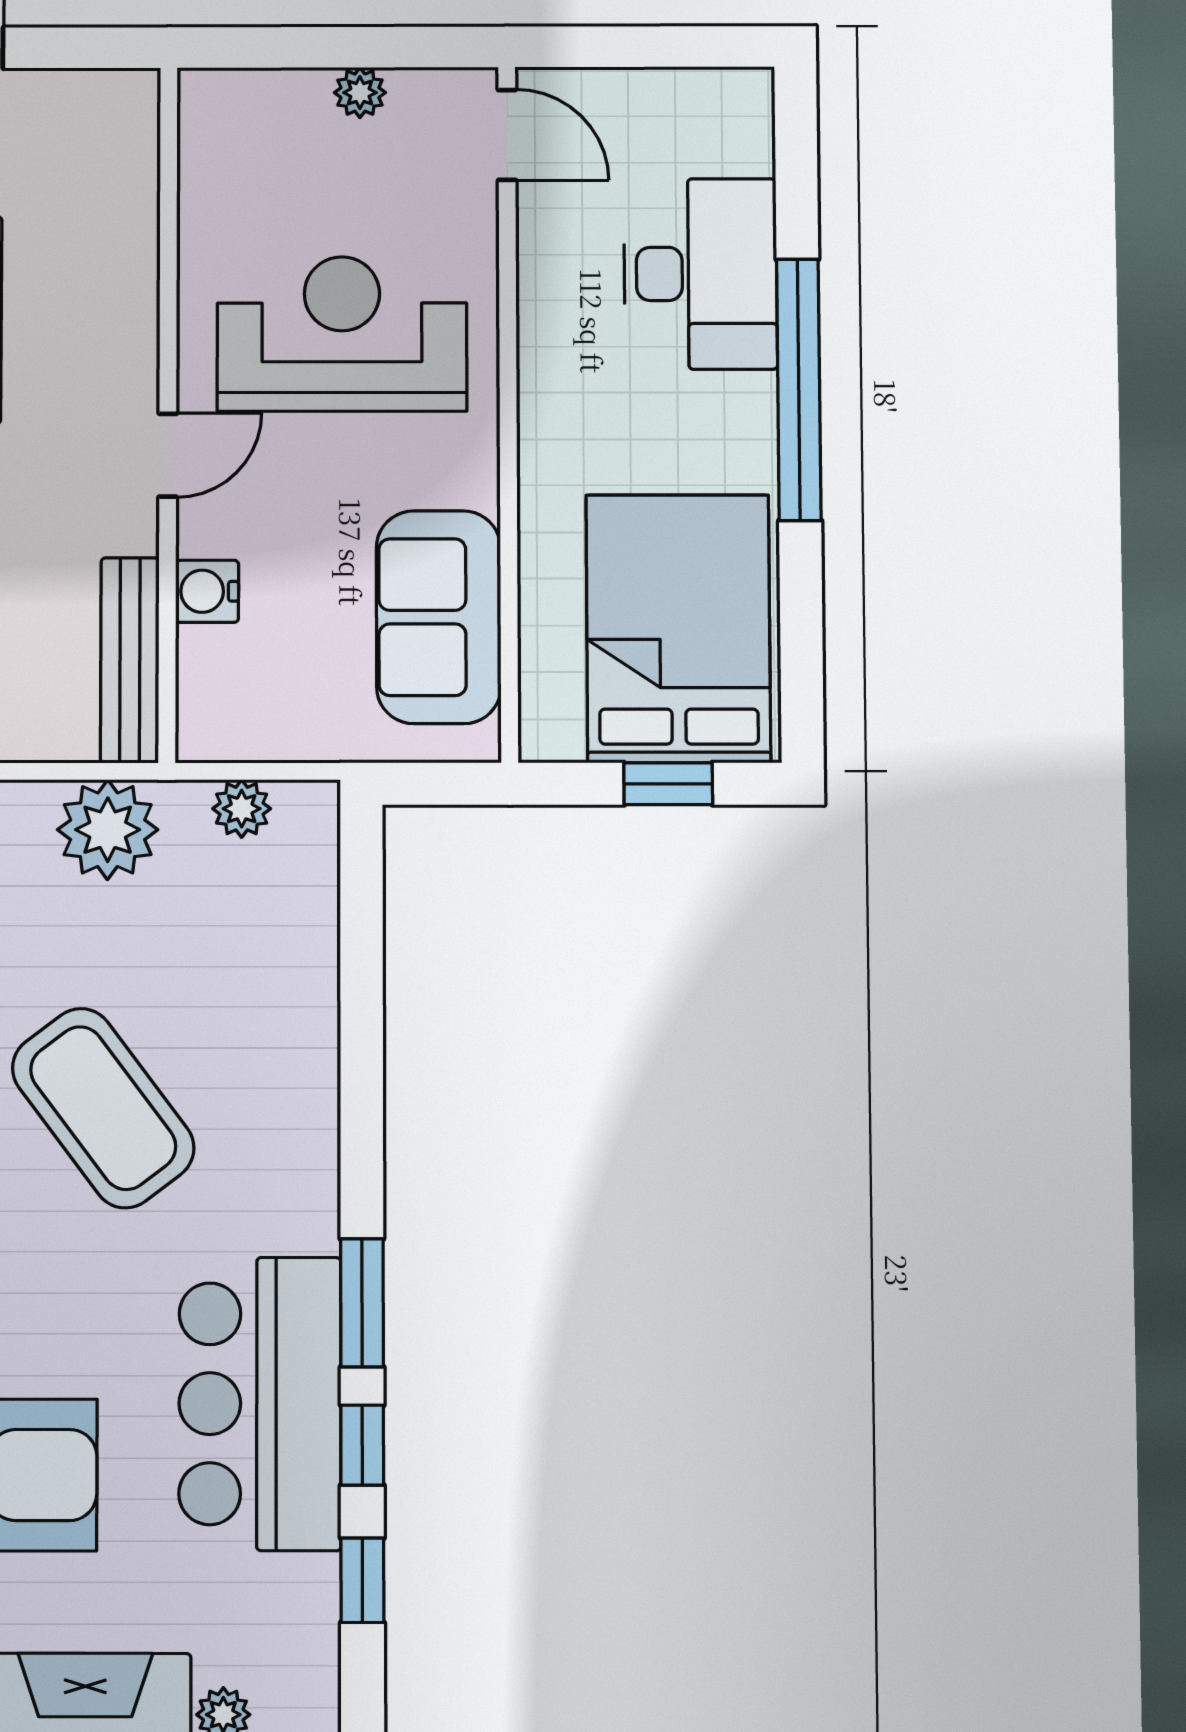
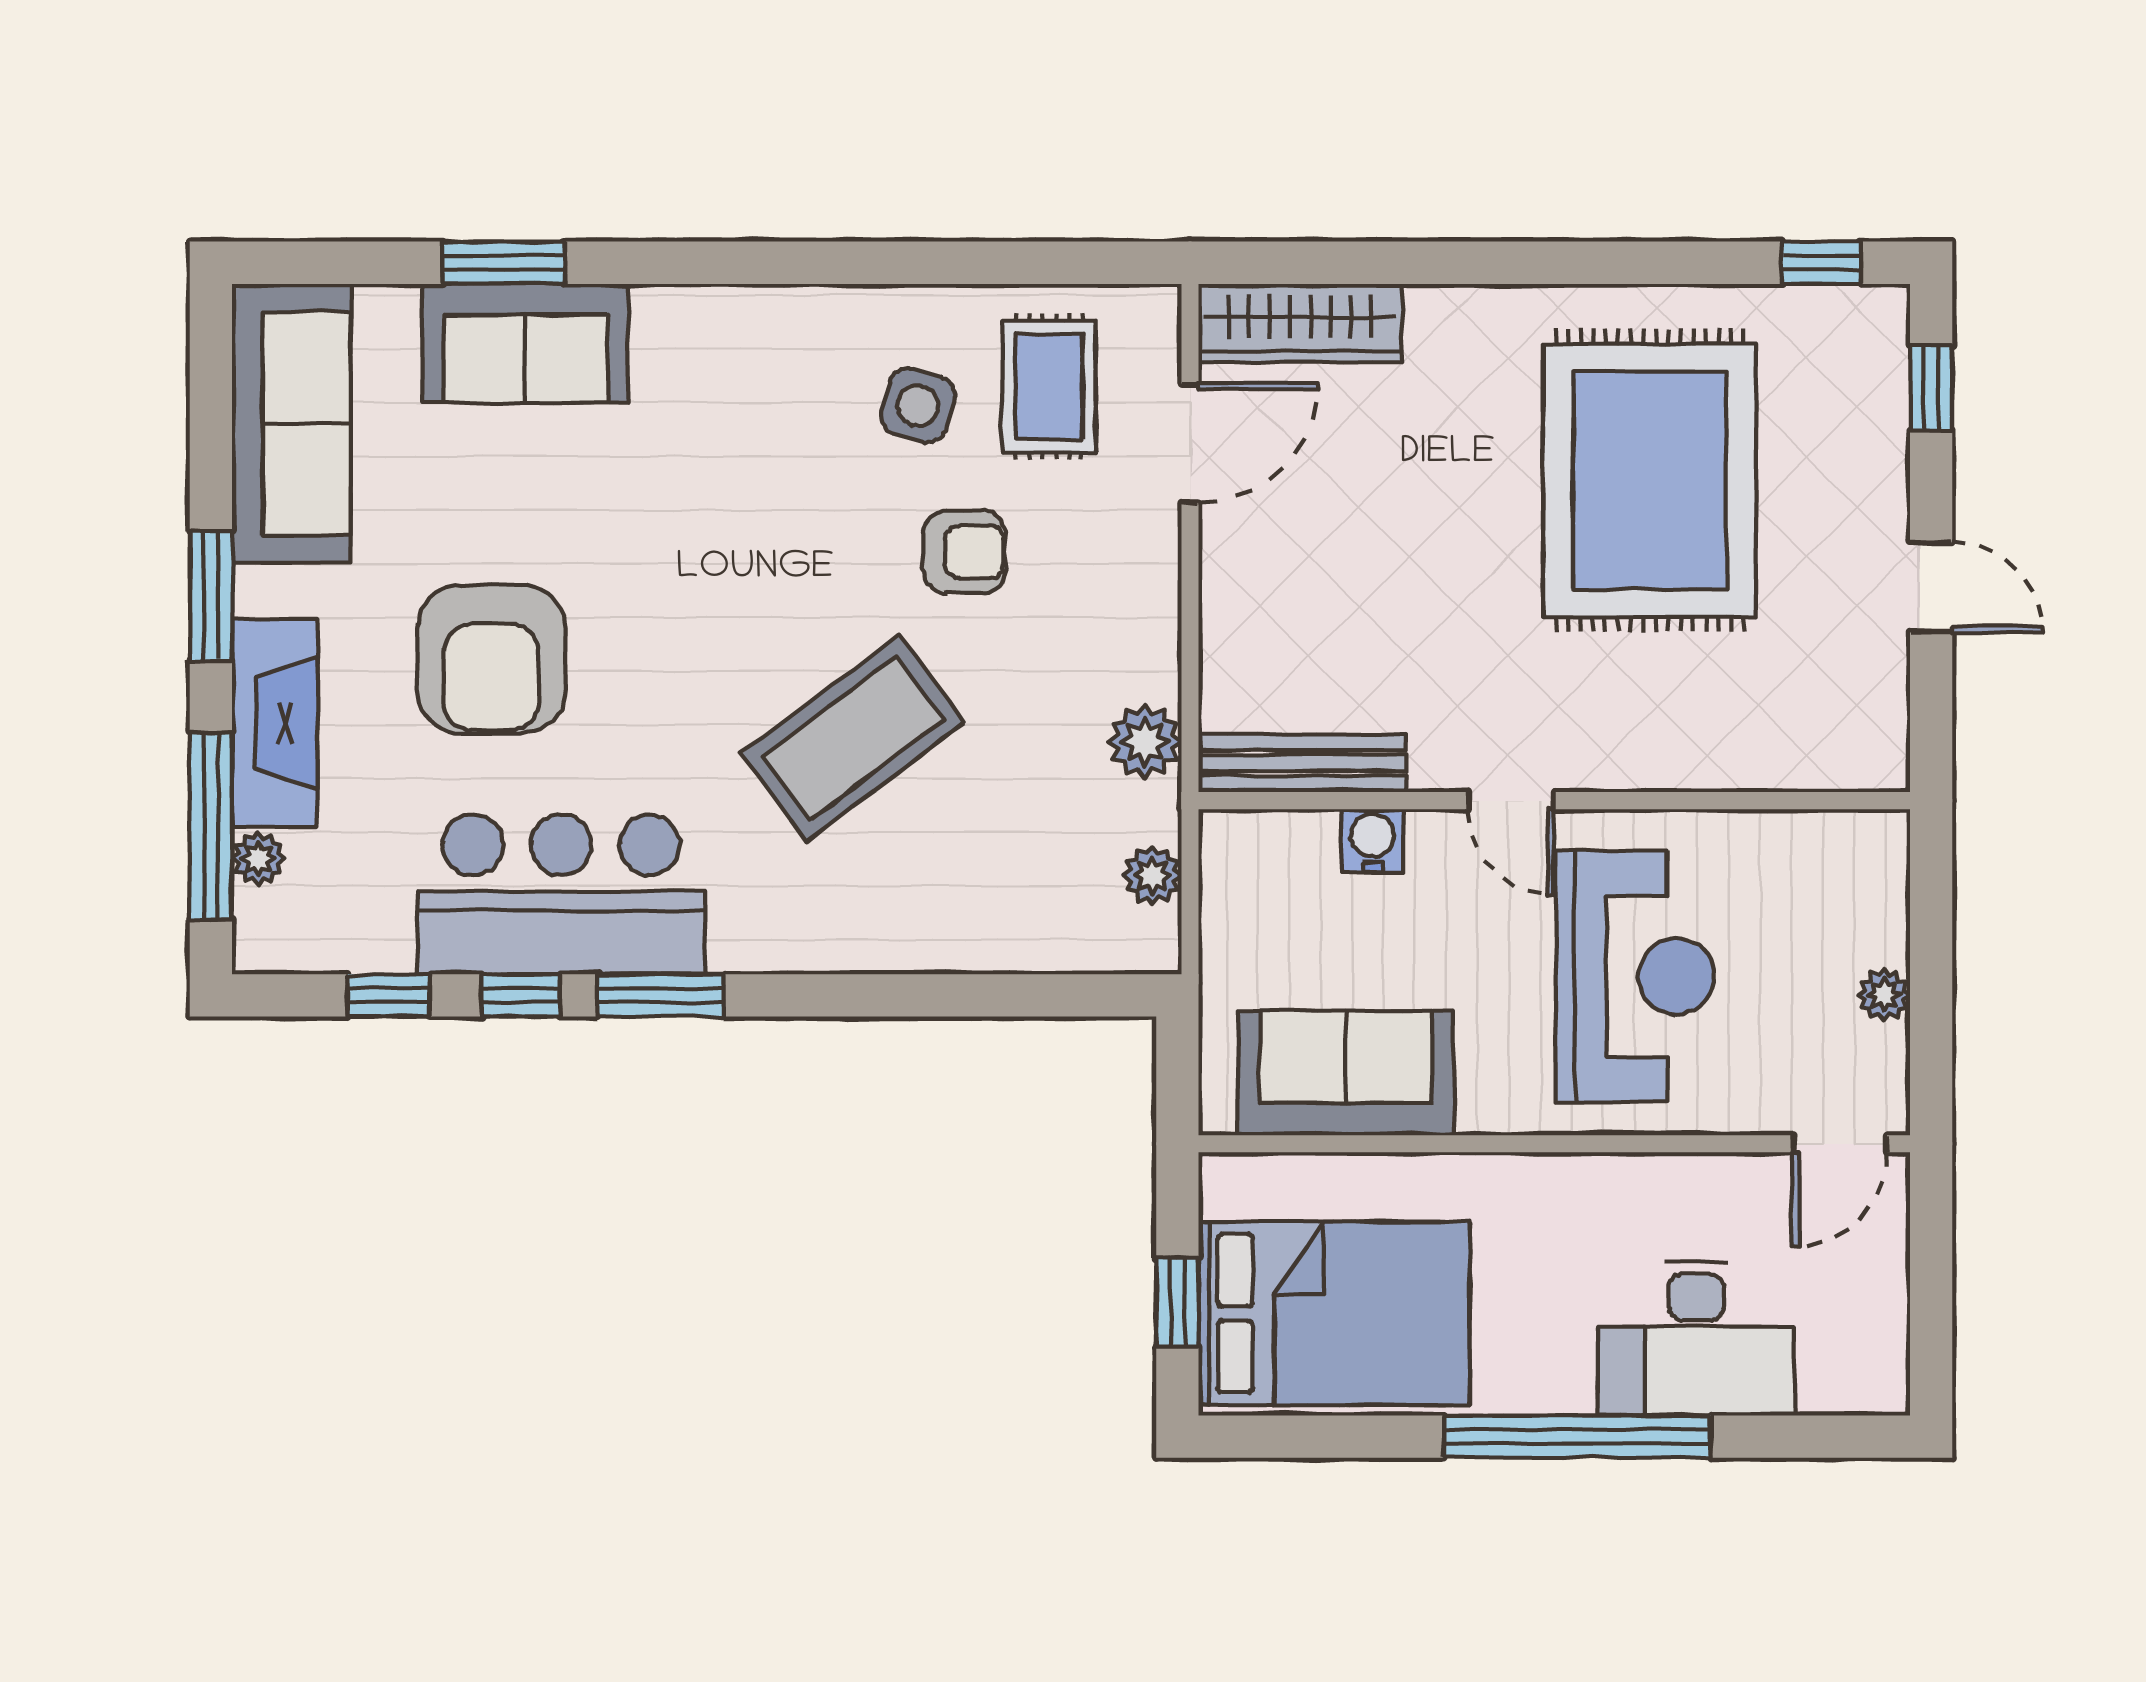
plant: (108, 830) -> (1145, 742), width x0.73, depth x0.73

